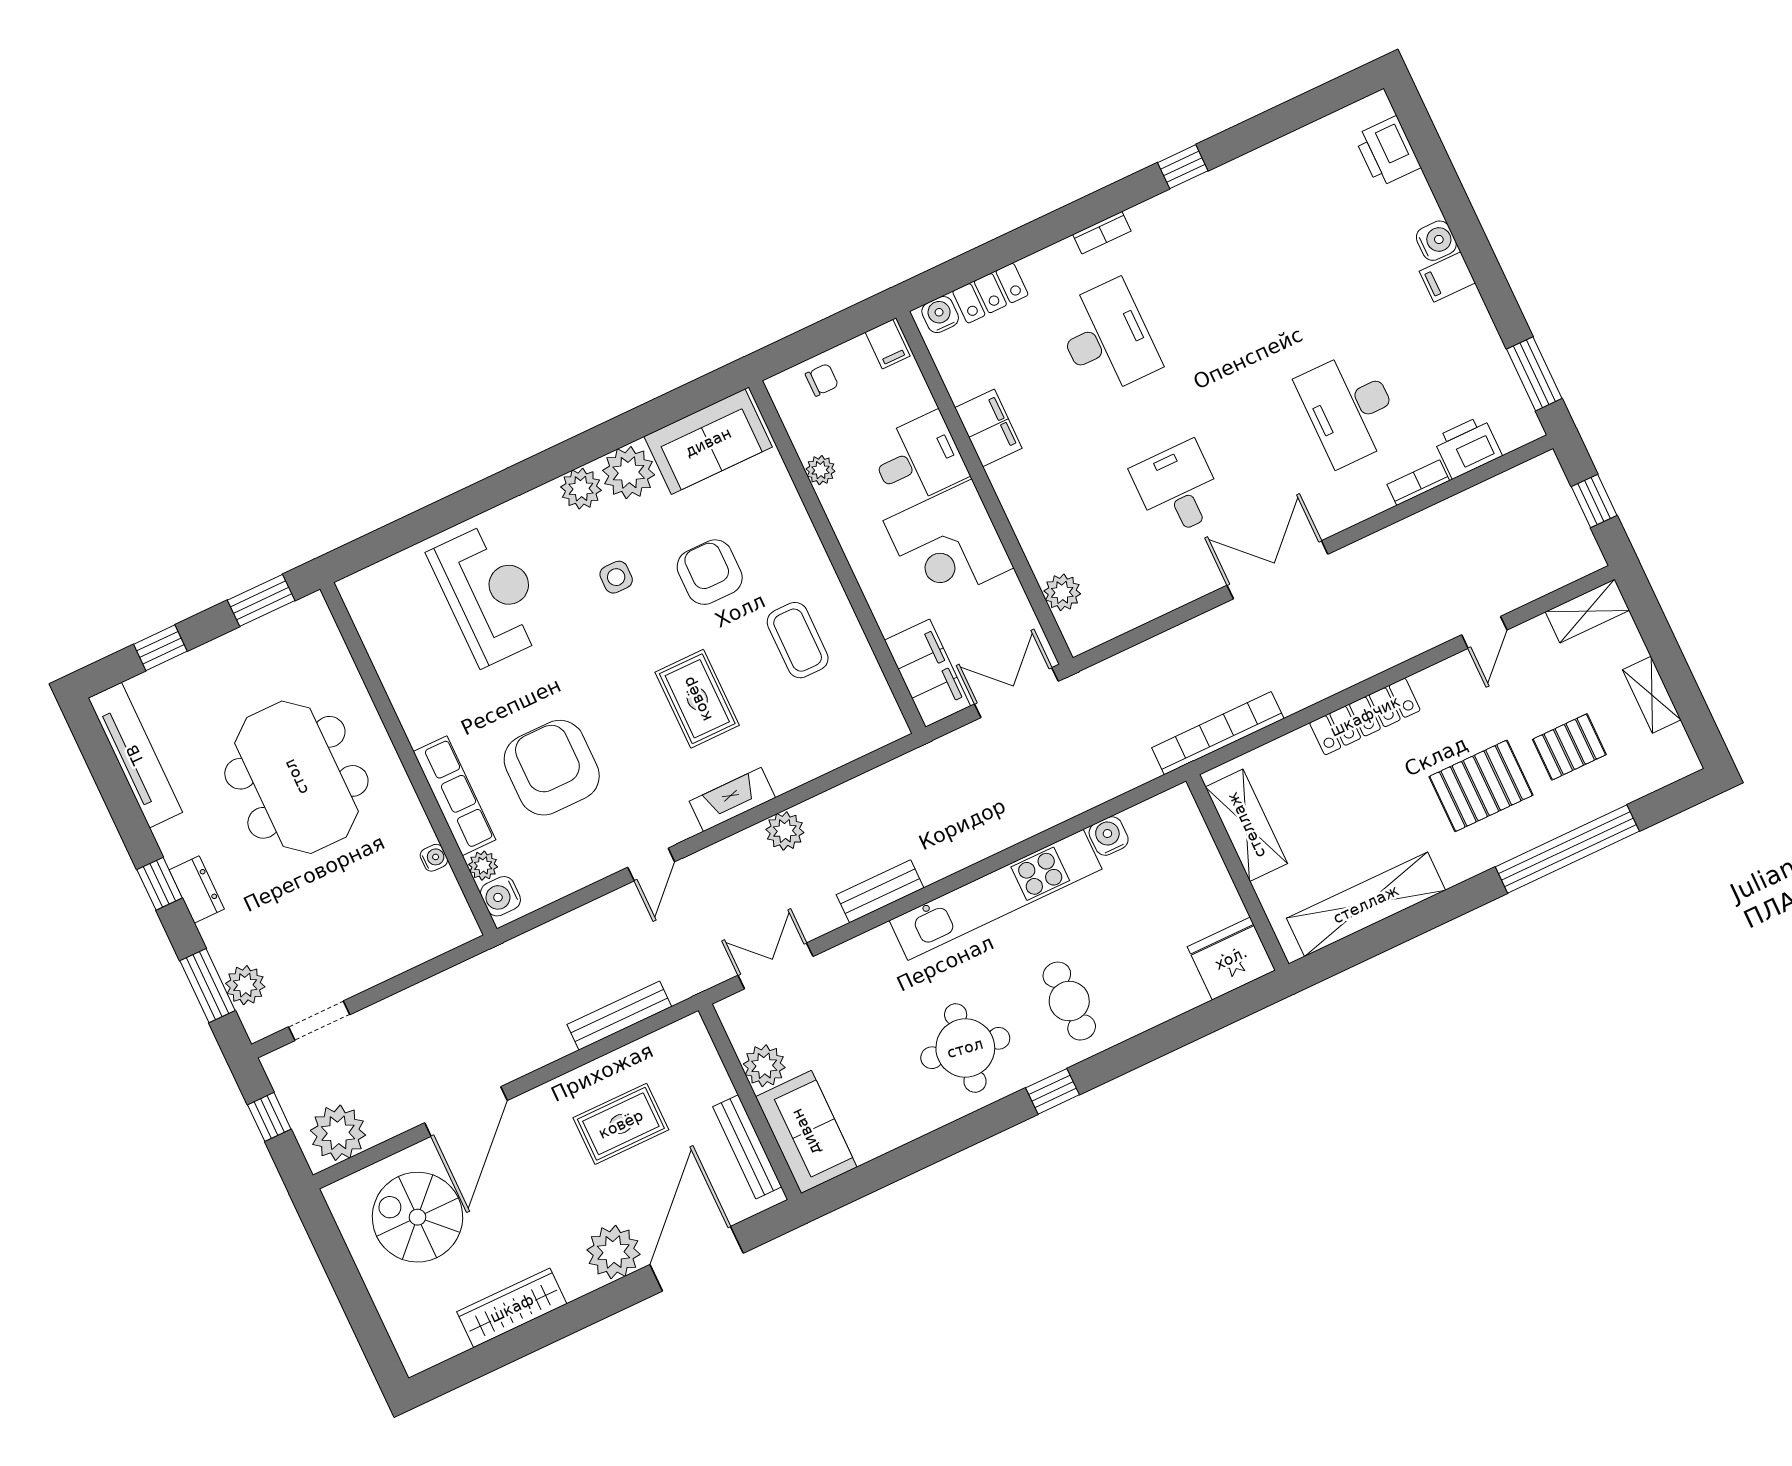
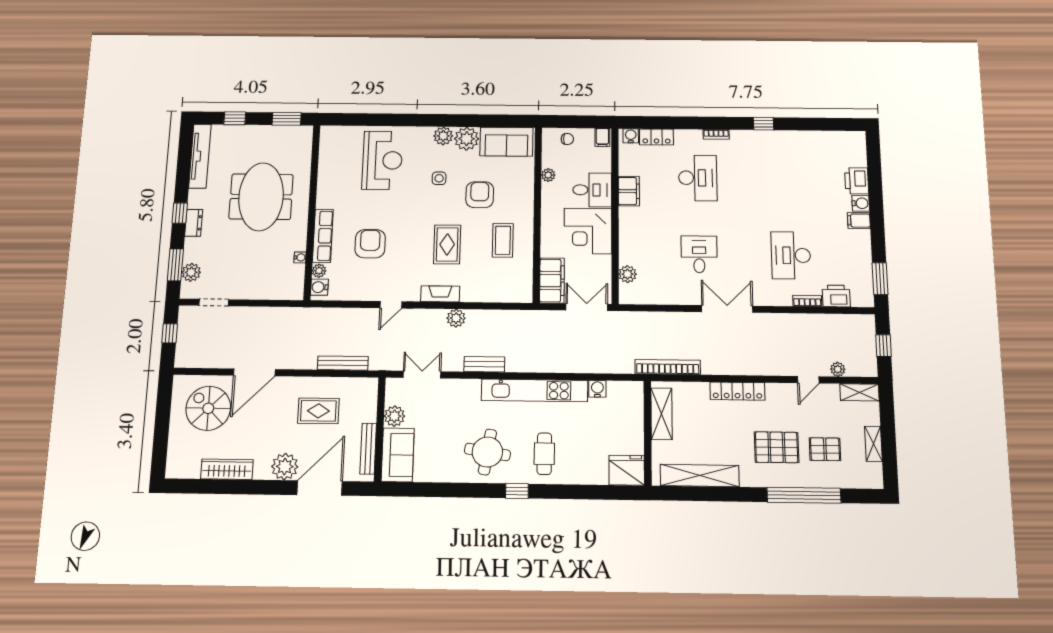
printer: (1387, 152) -> (857, 181), moved
armchair: (552, 768) -> (370, 244), width x0.73, depth x0.73
plant: (338, 1133) -> (838, 369), moved, width x0.53, depth x0.53

